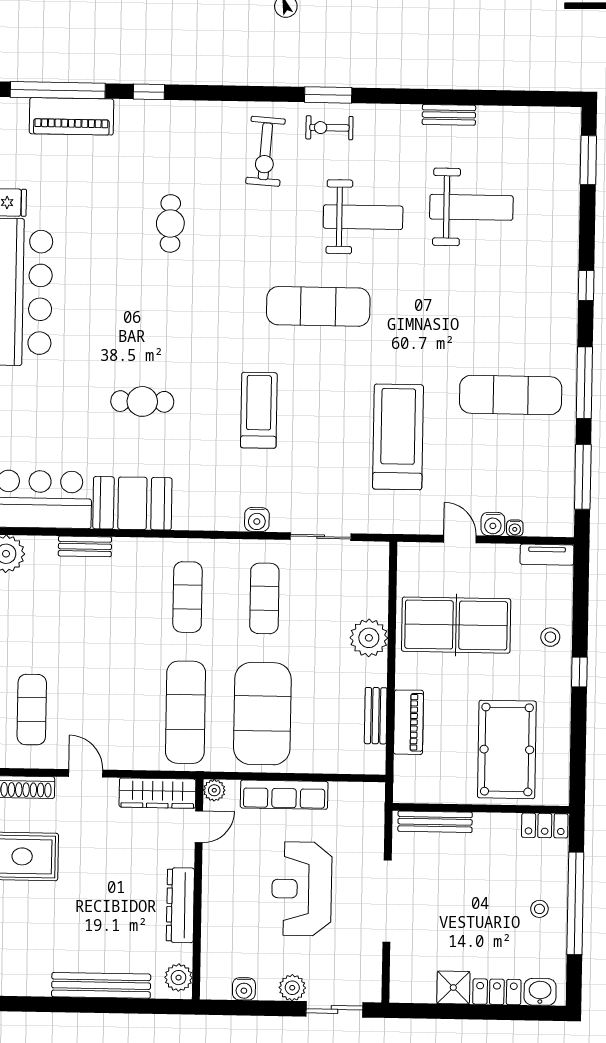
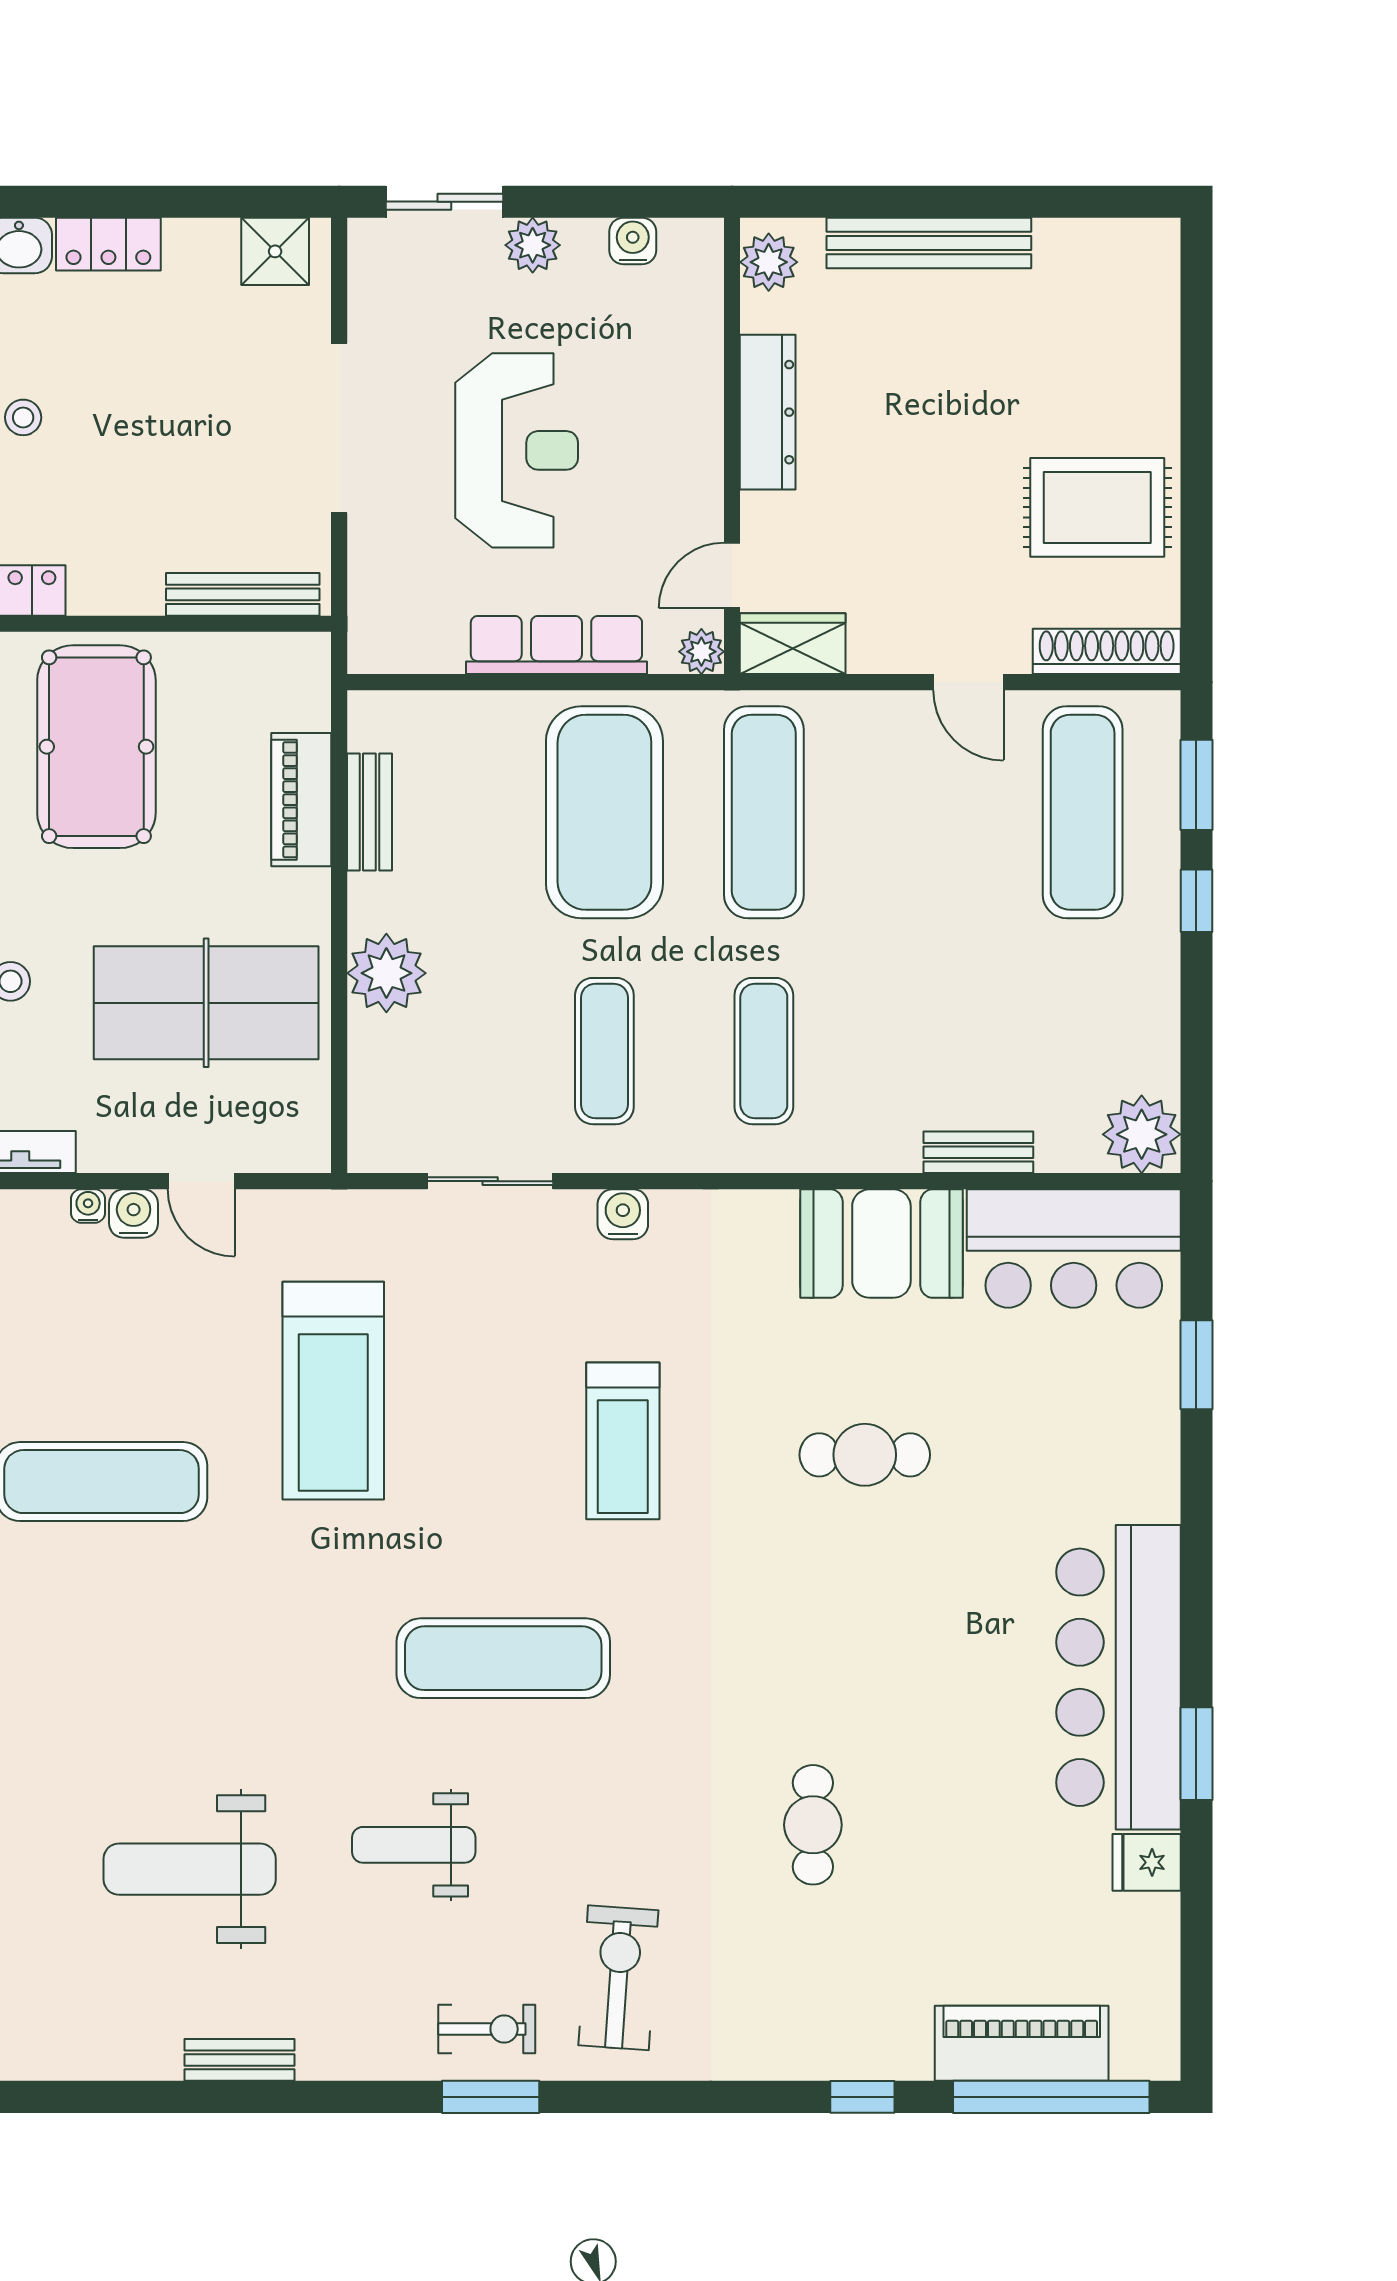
weight bench: (363, 217) -> (414, 1845), width x0.73, depth x0.75
exercise mat: (32, 710) -> (1083, 812), width x1.36, depth x1.45
wardrobe: (158, 793) -> (793, 644), width x0.67
shower: (453, 988) -> (275, 251), moved

